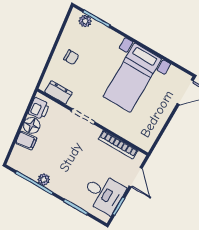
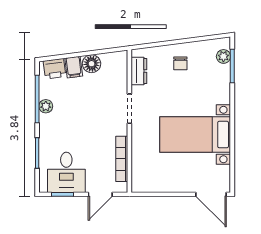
printer: (39, 109) -> (55, 69), moved

